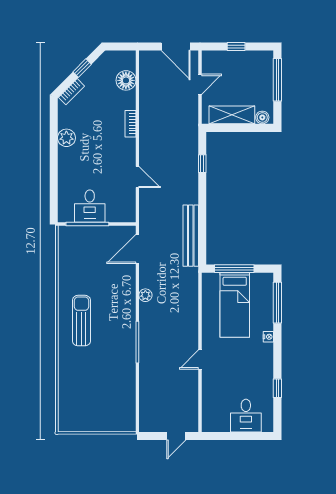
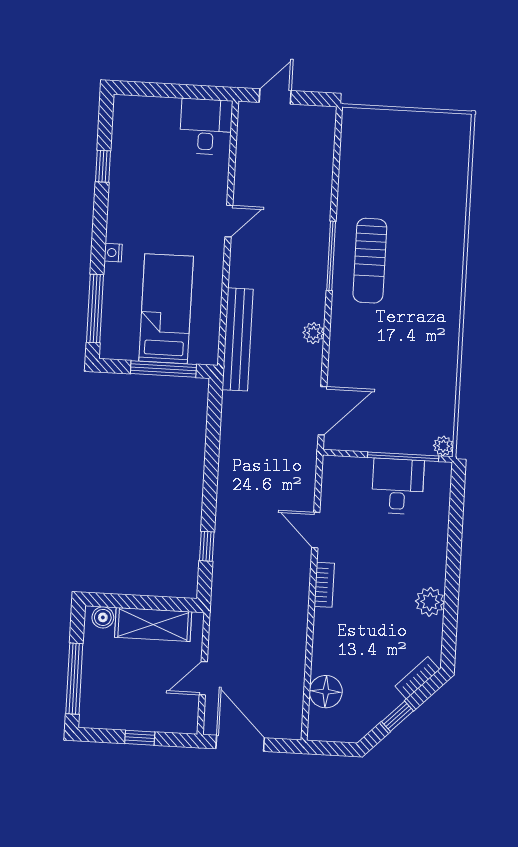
bookcase: (130, 124) -> (324, 585), moved
plant: (64, 232) -> (443, 446), added
bench: (191, 236) -> (238, 339), moved
sun lounger: (81, 321) -> (370, 261), moved
desk: (246, 416) -> (206, 127), moved

